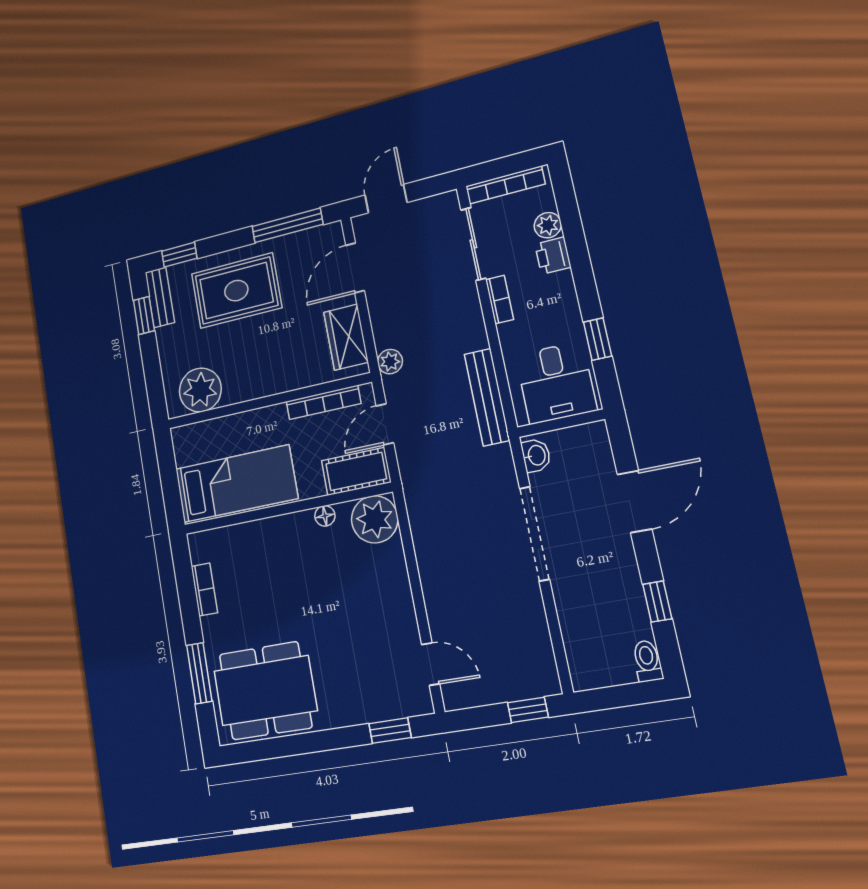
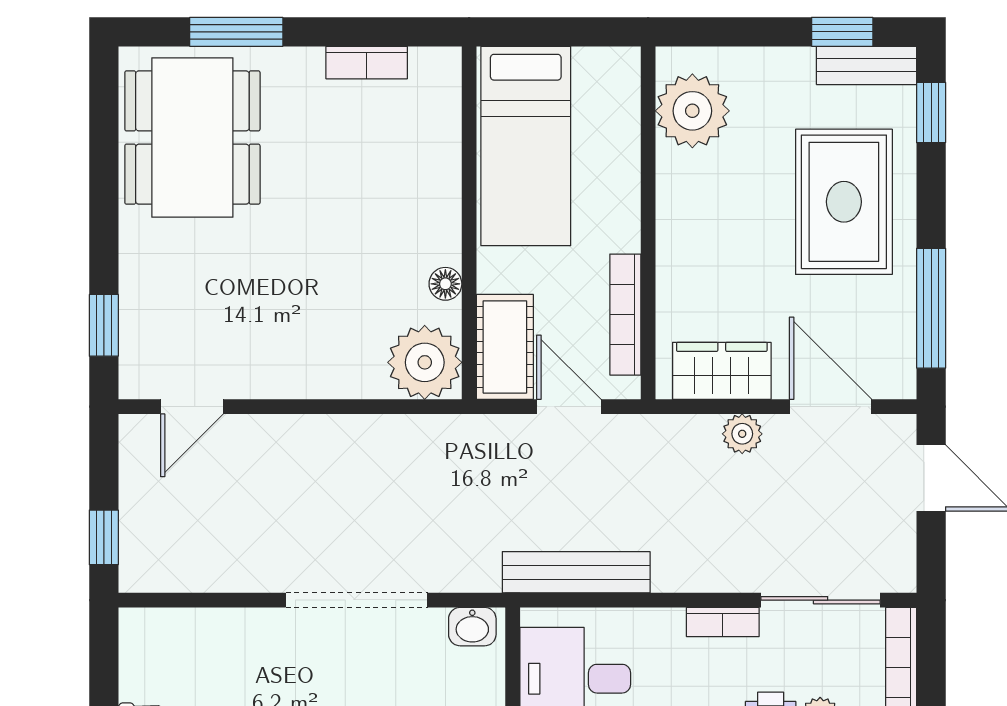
plant: (390, 362) -> (742, 434), moved

